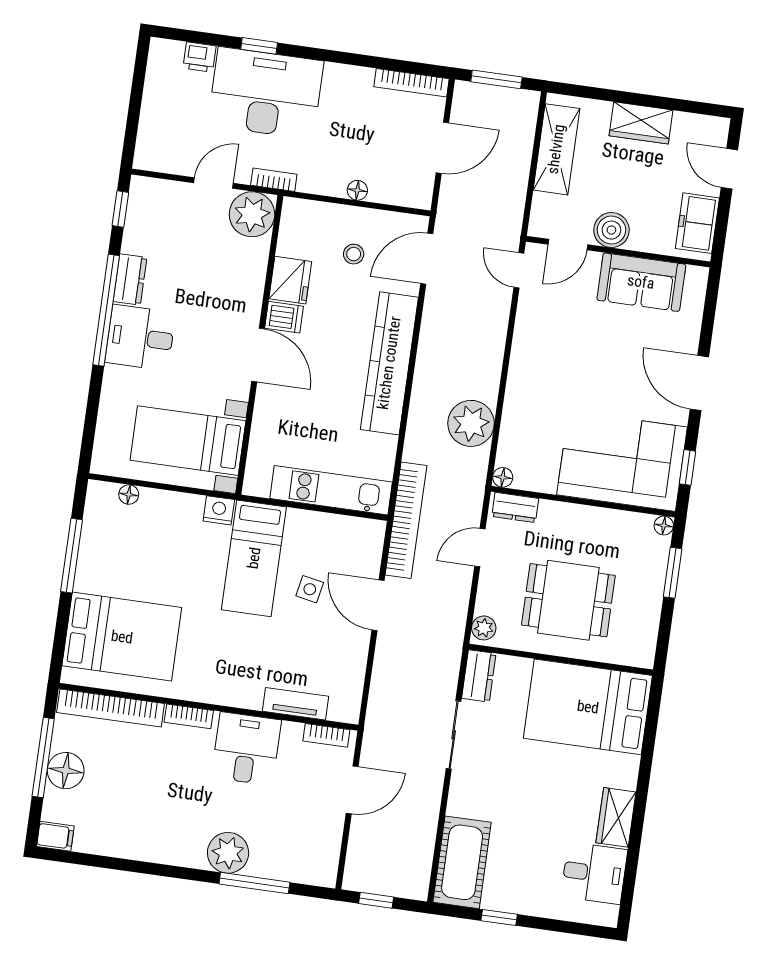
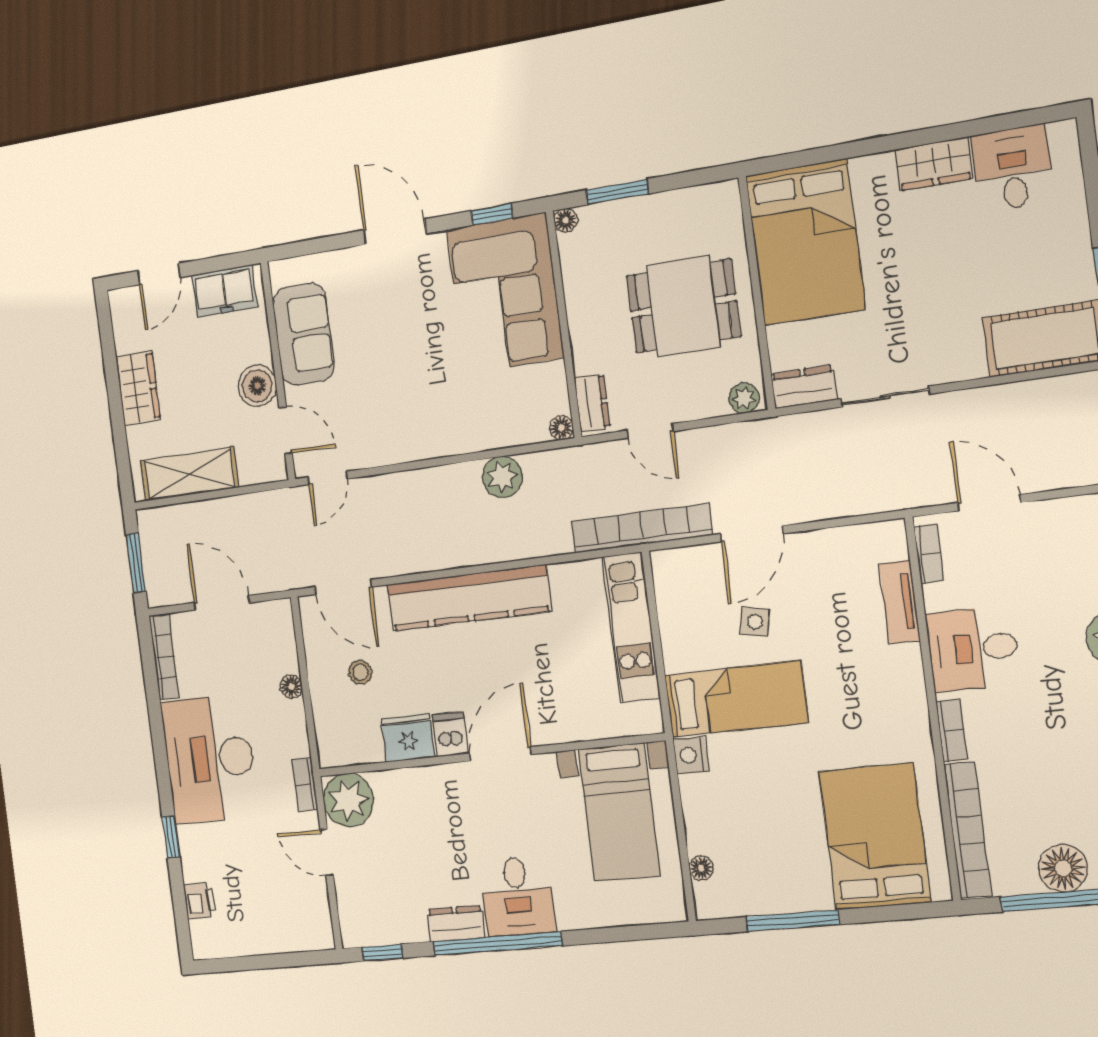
desk: (266, 93) -> (210, 759), moved
door: (699, 383) -> (395, 232), swing flipped
plant: (471, 423) -> (502, 477), width x0.73, depth x0.73
dining table: (568, 600) -> (683, 306), turned 90

